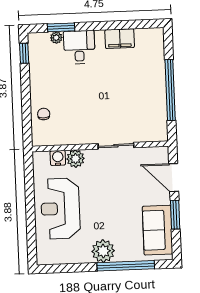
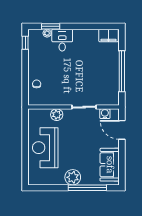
filing cabinet: (120, 39) -> (109, 36), moved
water cooler: (58, 158) -> (105, 114), moved
window: (175, 215) -> (122, 155), removed

